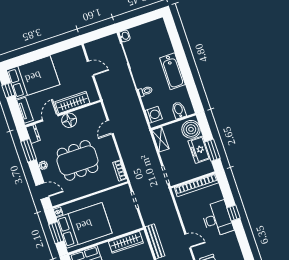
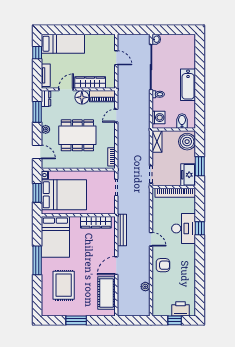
bed: (33, 77) -> (63, 44), width x0.67
piano: (90, 112) -> (102, 96), added
freezer: (199, 150) -> (188, 175), moved

